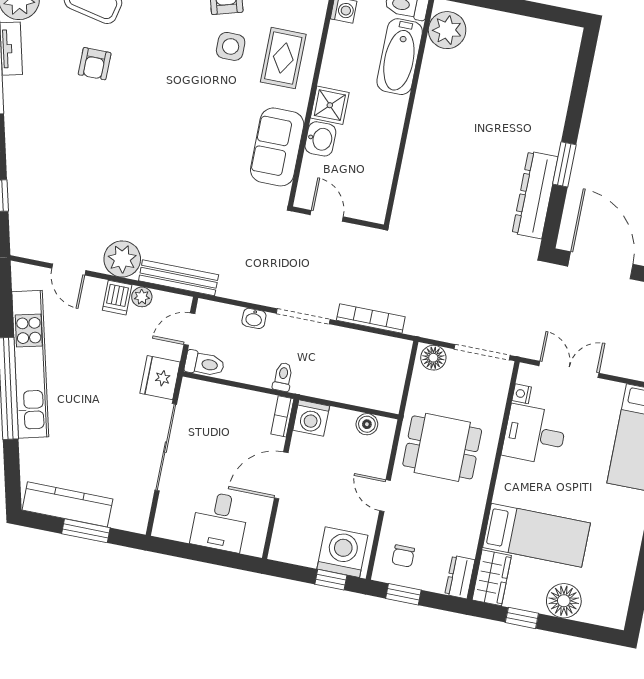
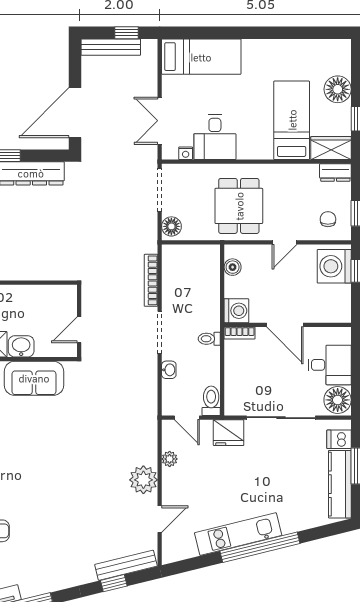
bench: (179, 278) -> (126, 565), moved, turned 76
dishwasher: (117, 298) -> (339, 439), moved, turned 180
kitchen unit: (30, 364) -> (238, 534), width x0.73
floor lamp: (174, 523) -> (338, 400), added
chair: (403, 556) -> (328, 219), turned -90

